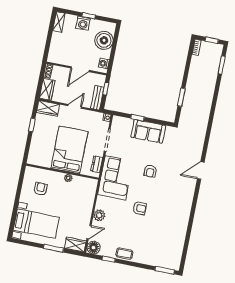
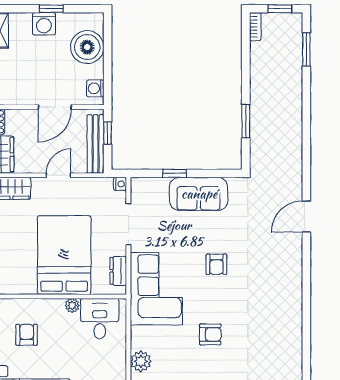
bench: (97, 98) -> (96, 144), width x1.36
door: (201, 170) -> (306, 217), moved
desk: (82, 188) -> (100, 319), added

